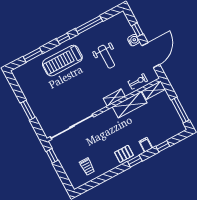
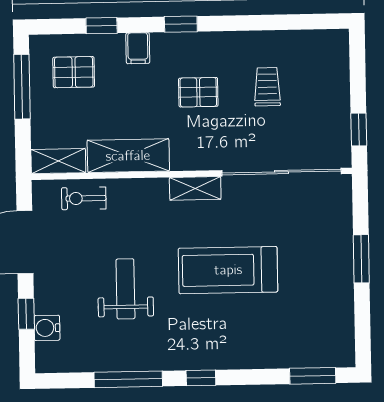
water cooler: (134, 40) -> (47, 328), moved
window: (33, 55) -> (313, 376), moved
treadmill: (62, 61) -> (228, 270), moved, turned 180
shelving: (114, 98) -> (195, 188), moved
pallet: (164, 125) -> (74, 72), added
pallet: (124, 154) -> (198, 92), moved
trolley: (87, 167) -> (267, 87), moved

